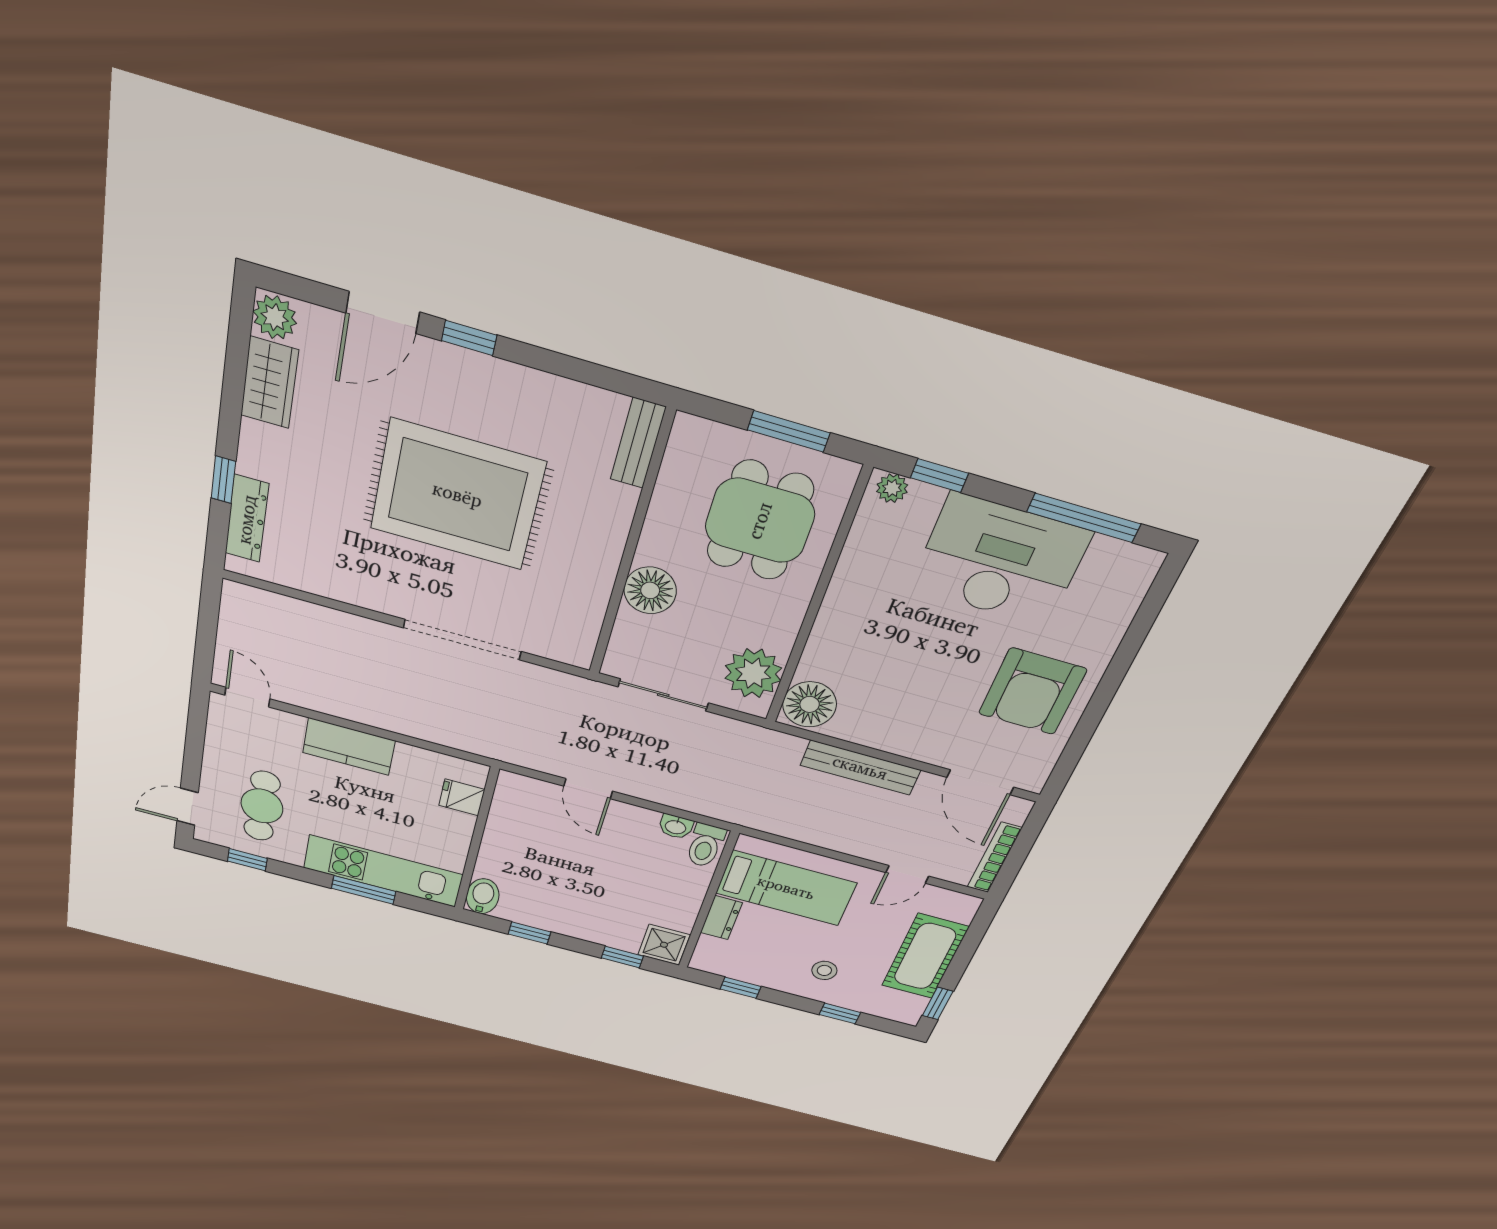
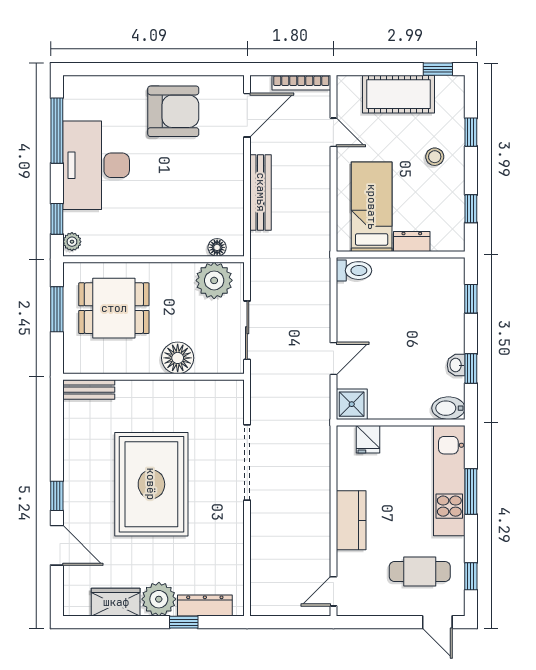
plant: (275, 317) -> (159, 599), moved, width x1.36, depth x1.36
floor lamp: (810, 704) -> (217, 247), width x0.53, depth x0.53
washbasin: (676, 827) -> (456, 365), moved, turned 180
shower: (664, 945) -> (352, 404), moved

